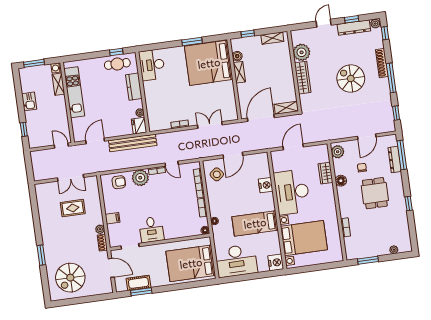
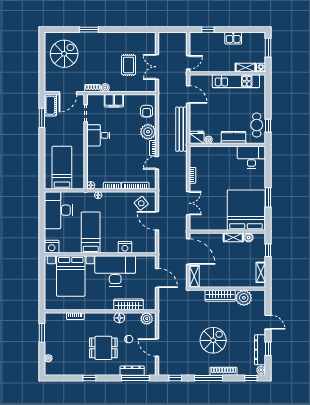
wardrobe: (325, 173) -> (128, 305), width x1.50
filing cabinet: (113, 218) -> (114, 101), width x2.00
bed: (191, 263) -> (62, 168), width x0.67
spiral stairs: (70, 278) -> (64, 54), turned 90
cot: (139, 283) -> (50, 105), moved

